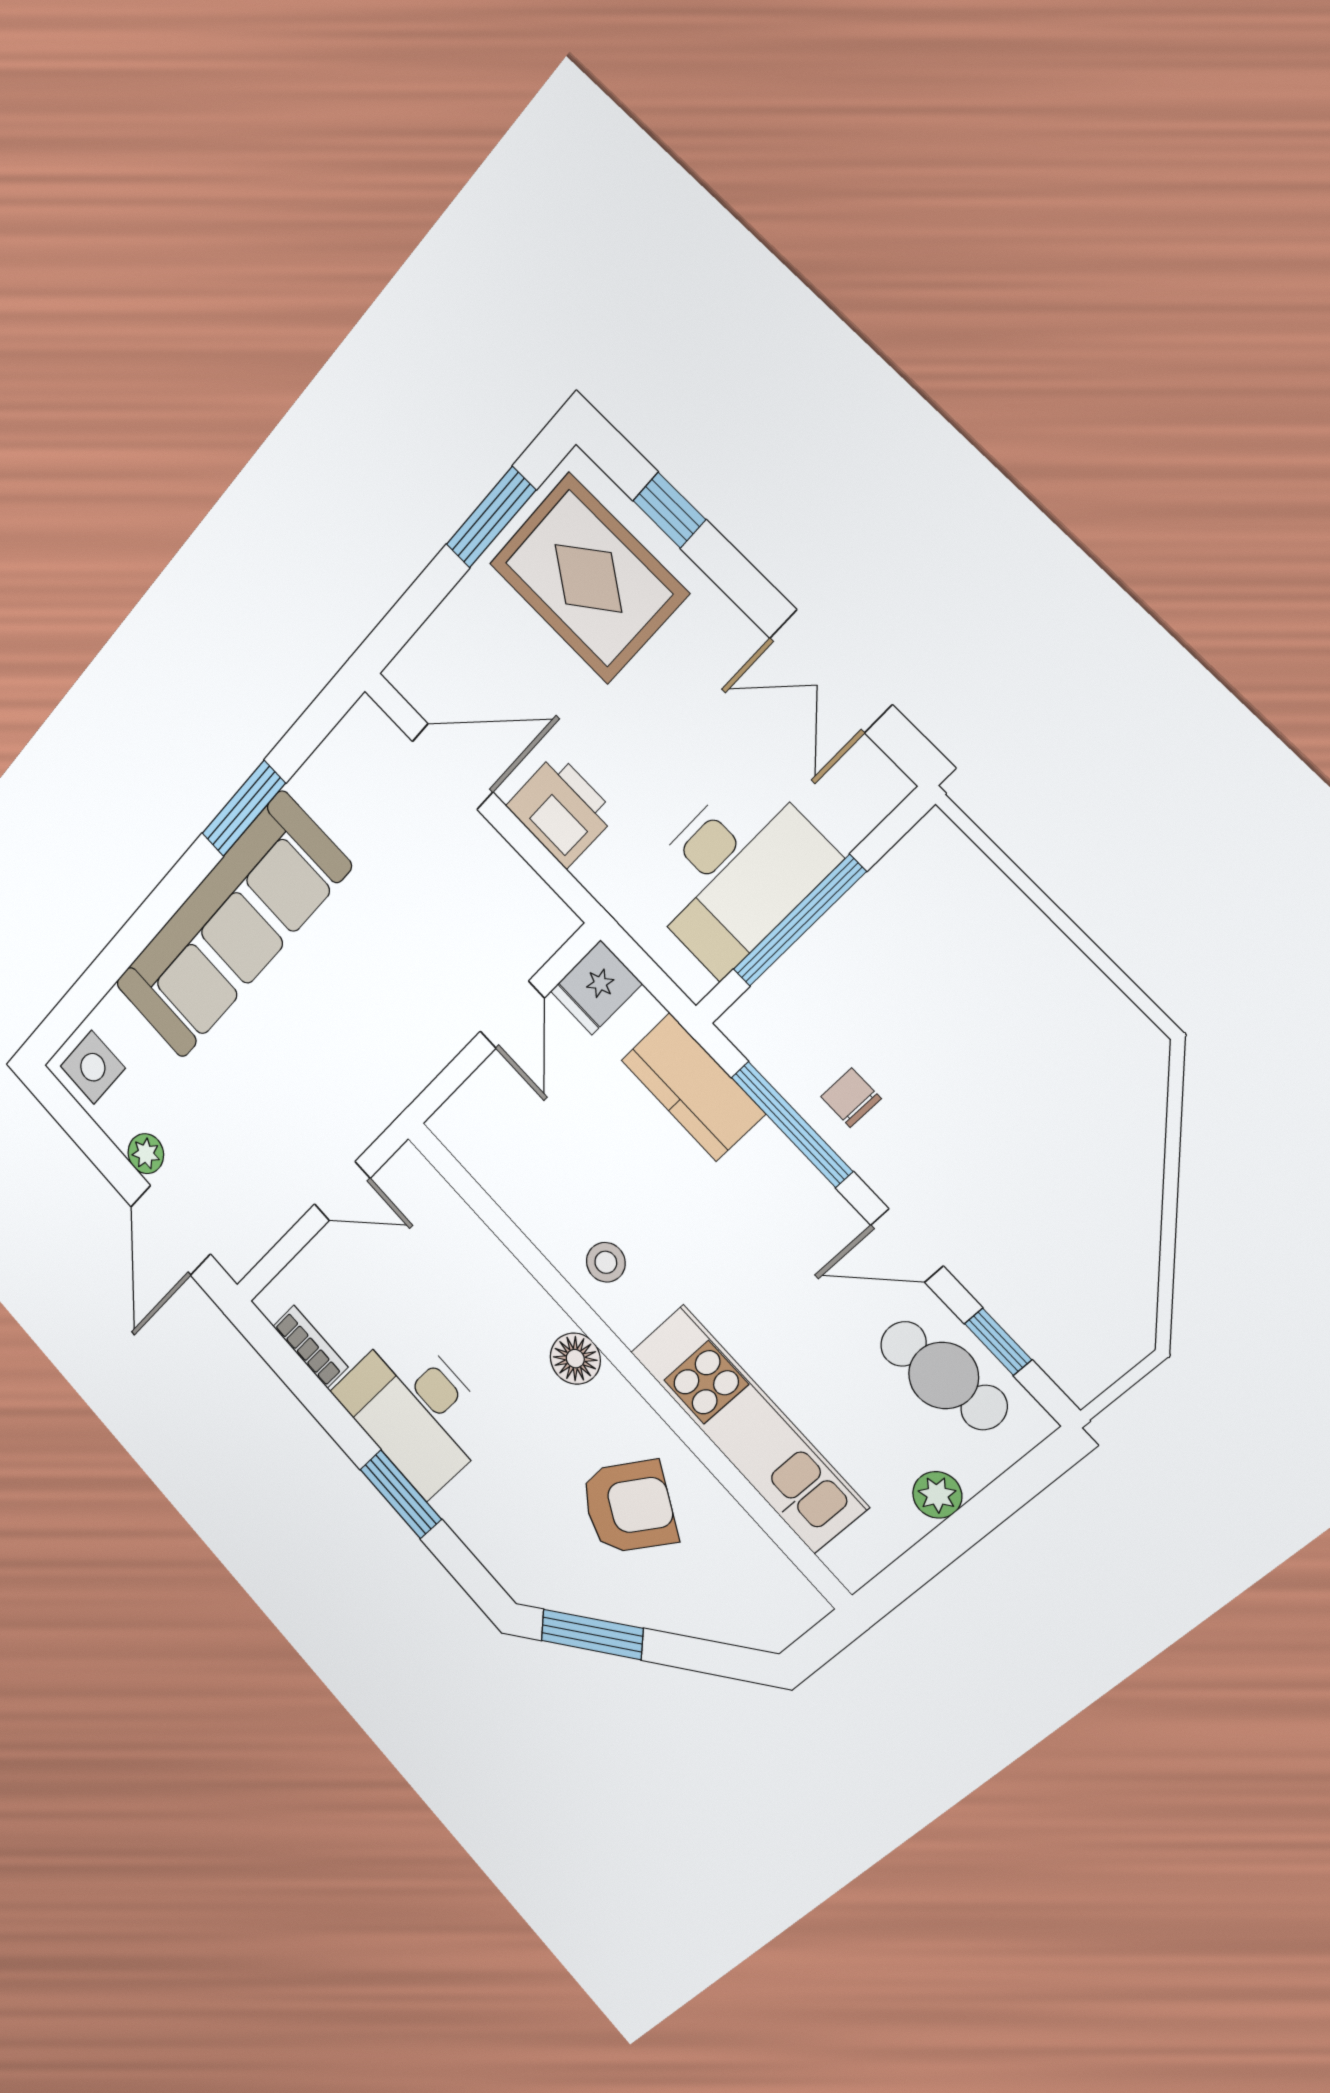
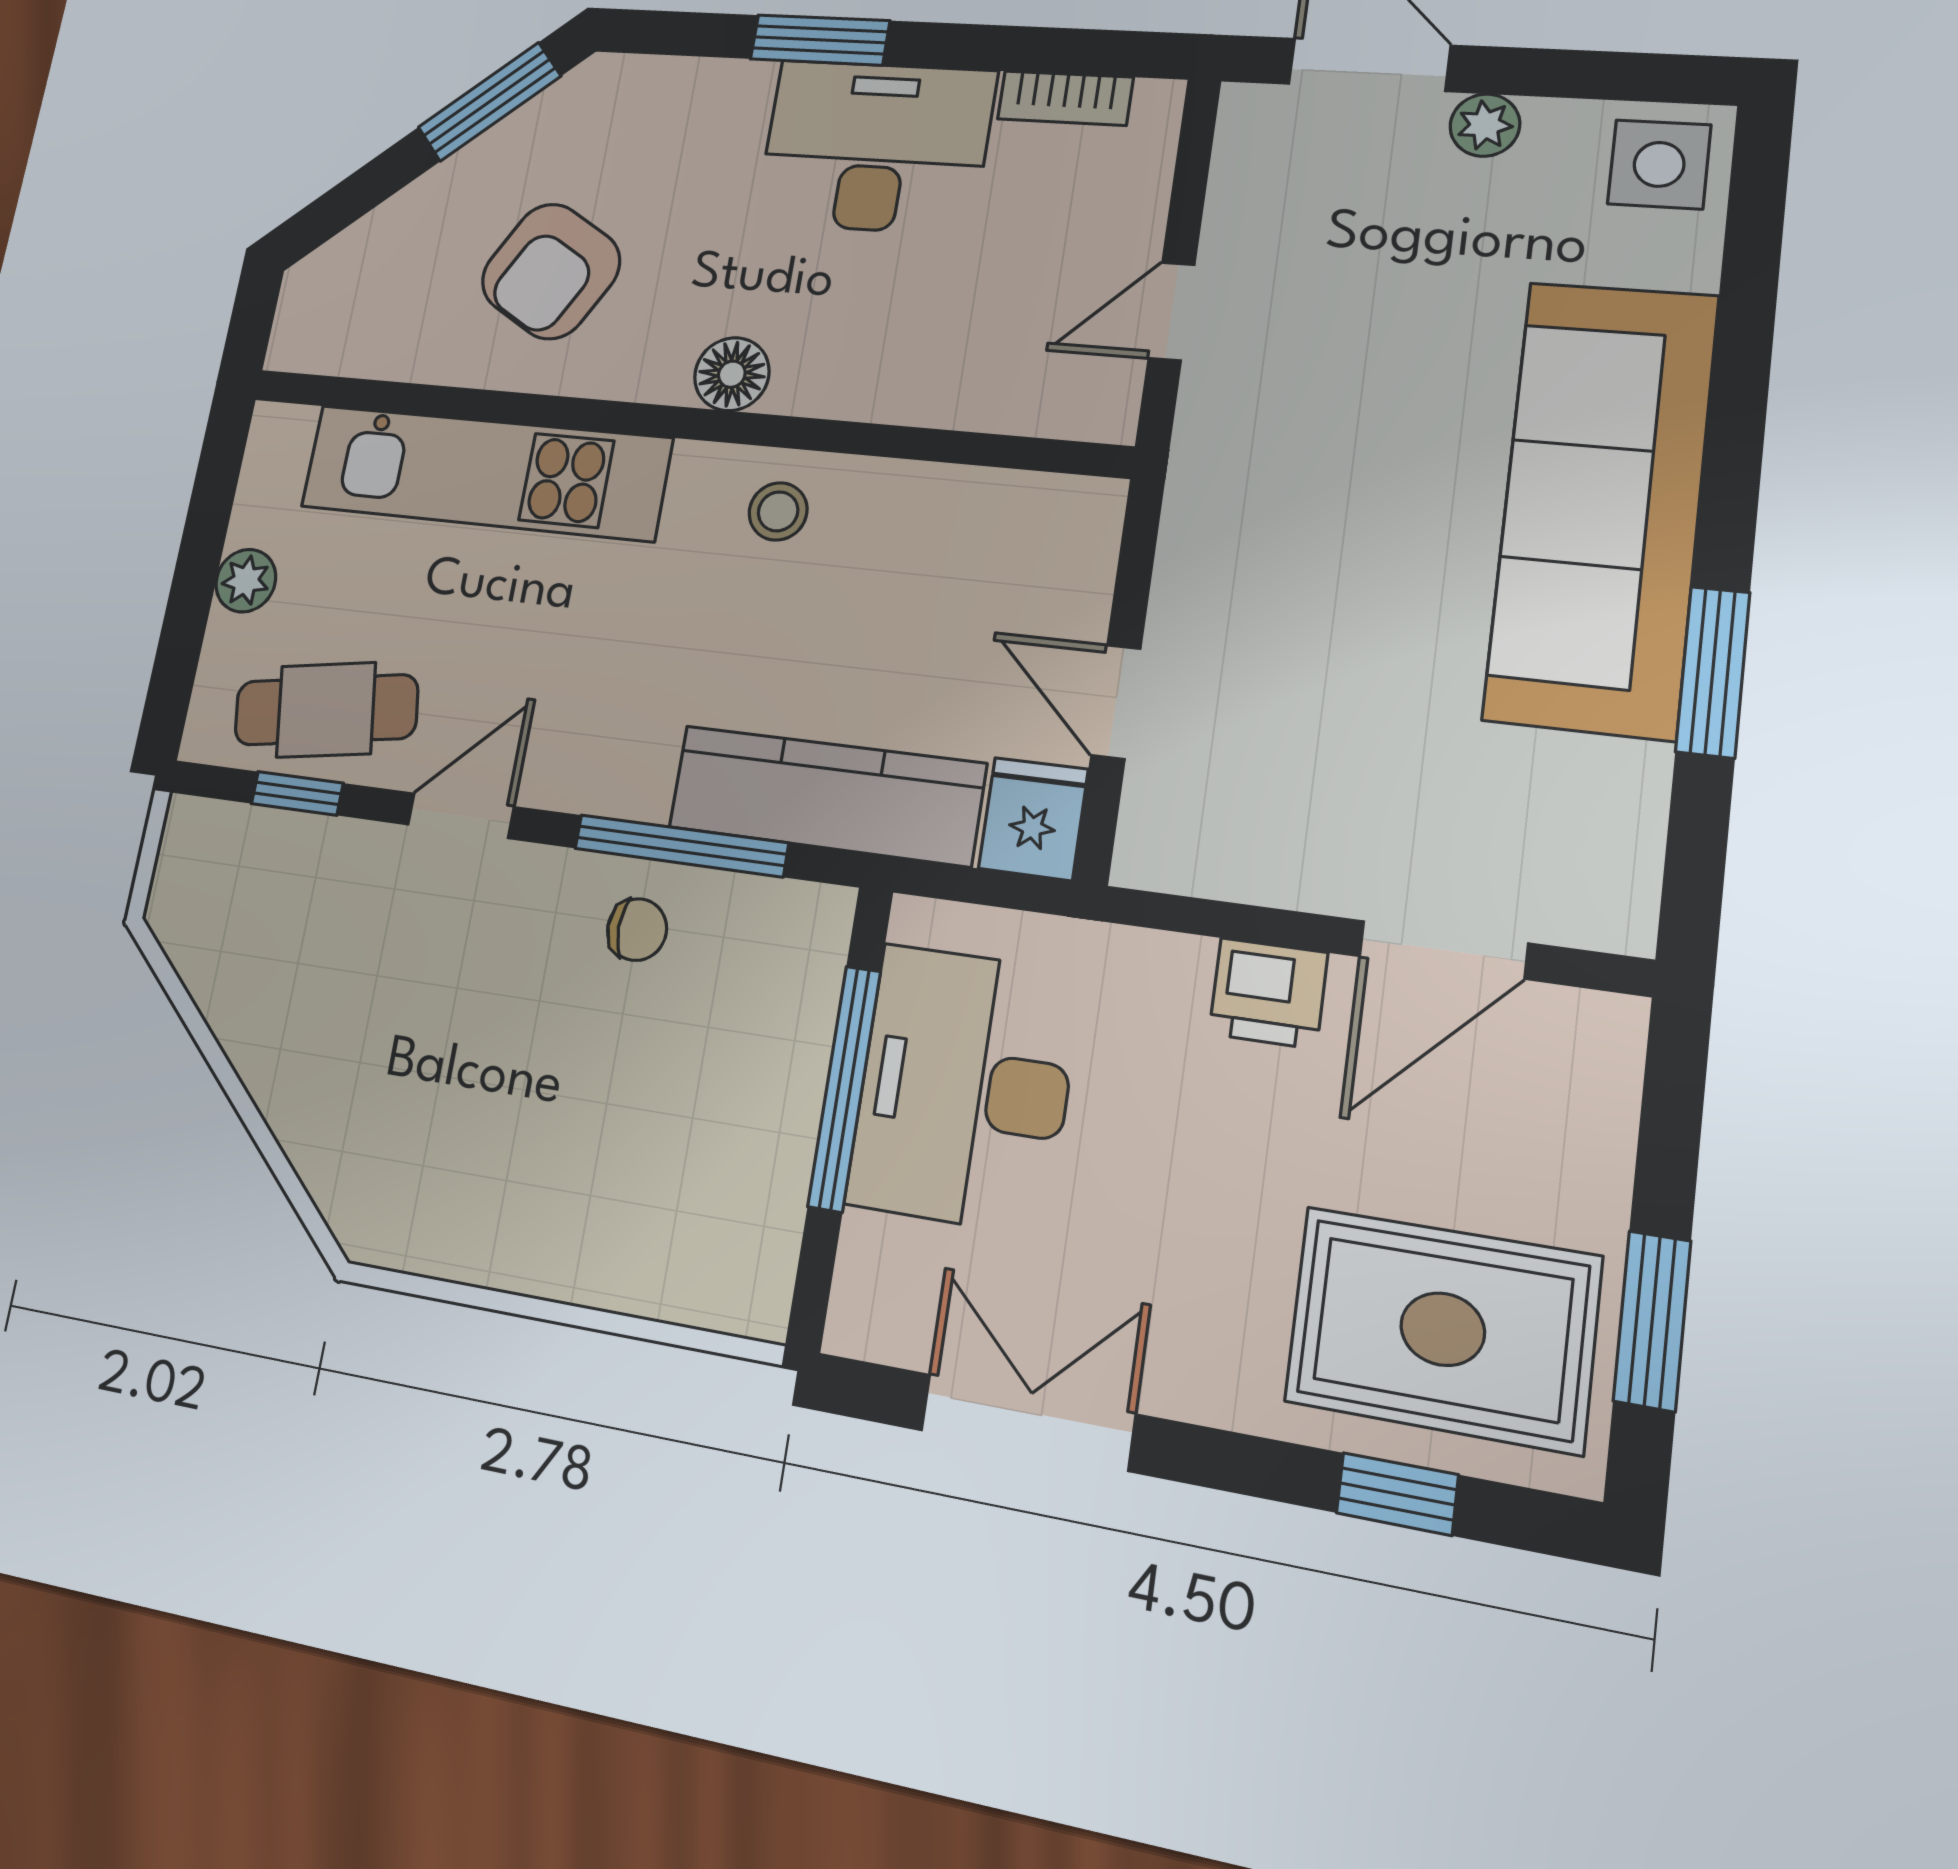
printer: (561, 810) -> (1268, 993), width x0.73, depth x0.81
kitchen counter: (693, 1087) -> (826, 796), width x1.50

